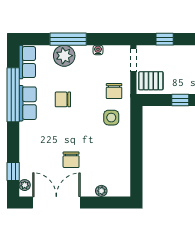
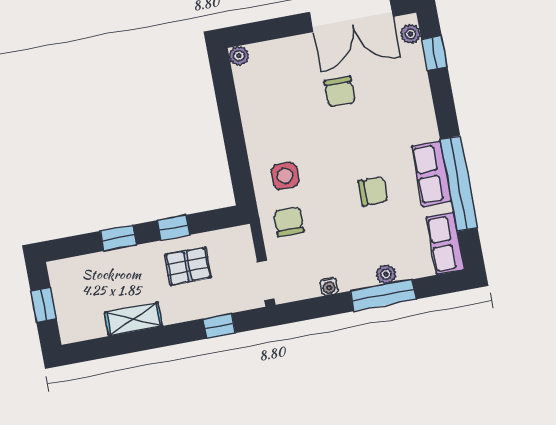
plant: (64, 56) -> (386, 274), width x0.53, depth x0.53
pallet: (151, 81) -> (188, 266), moved
chair: (71, 160) -> (340, 92), turned 180
plant: (101, 191) -> (239, 56), moved

